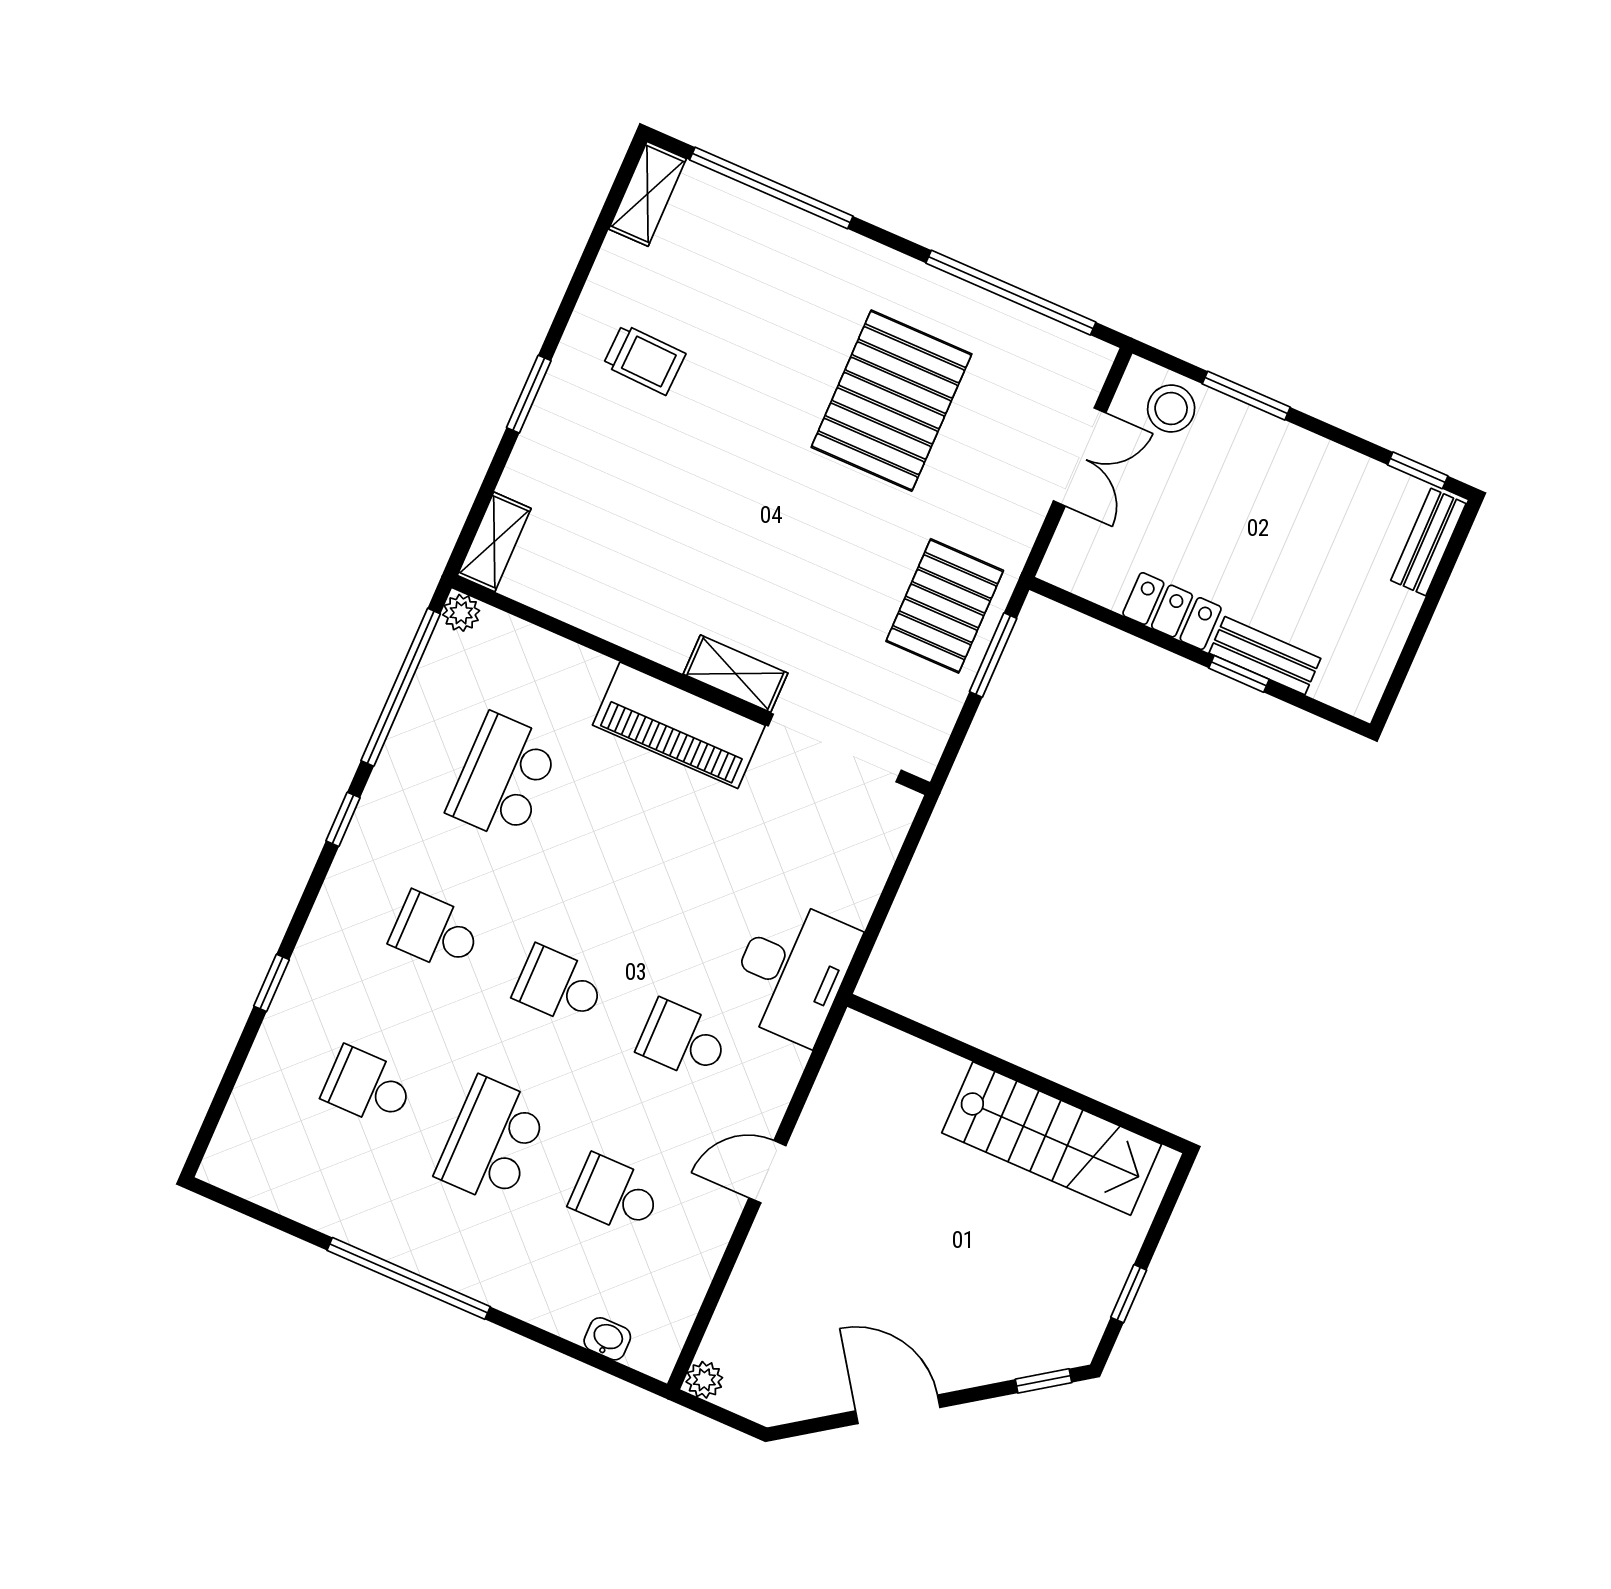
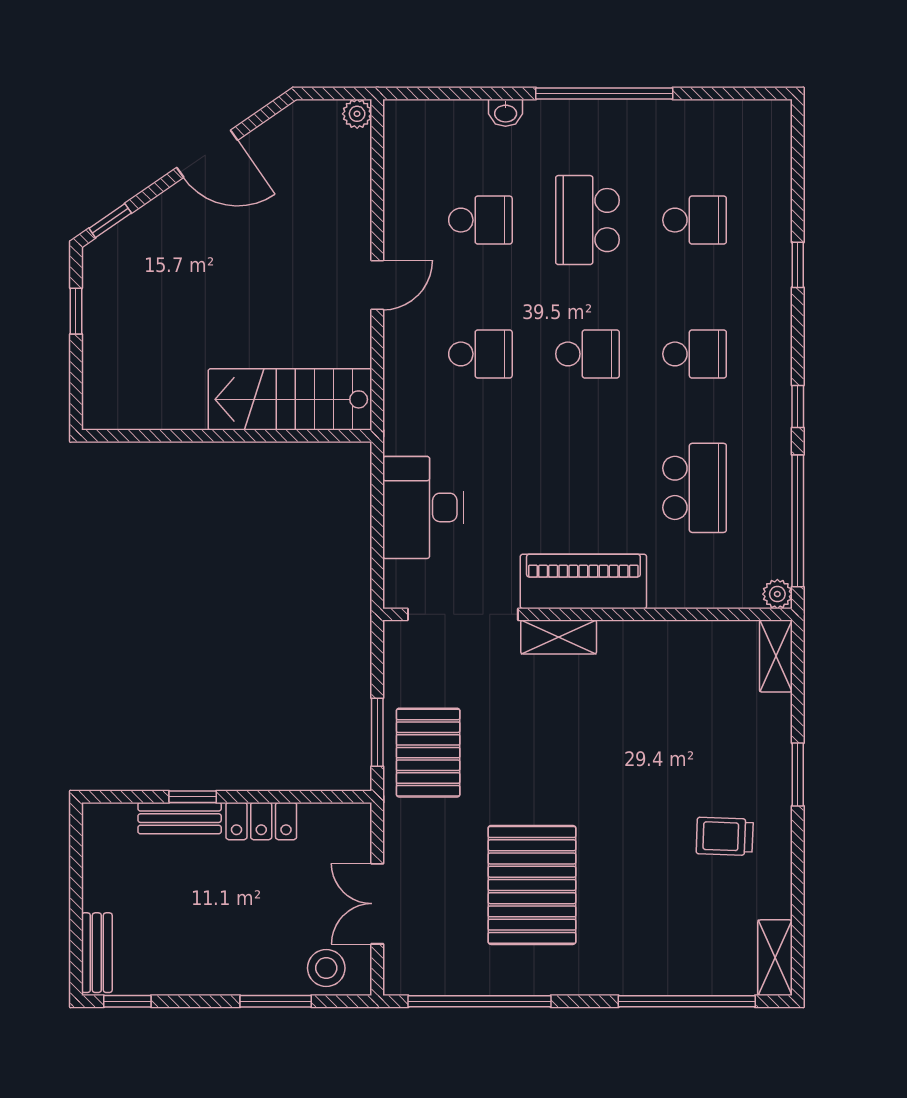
desk: (792, 971) -> (423, 507), moved
stairs: (1052, 1139) -> (290, 399), moved
school desk: (492, 1141) -> (587, 220), turned 180
washbasin: (607, 1339) -> (506, 113), moved

